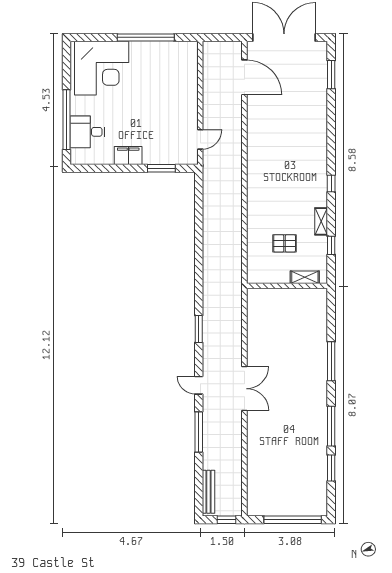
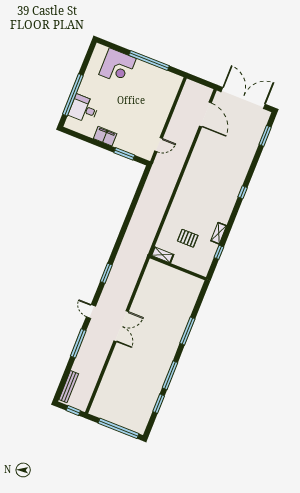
corner desk: (102, 68) -> (118, 67), width x0.74, depth x0.74
window: (331, 184) -> (243, 192), moved
shelving: (305, 277) -> (162, 255), moved

